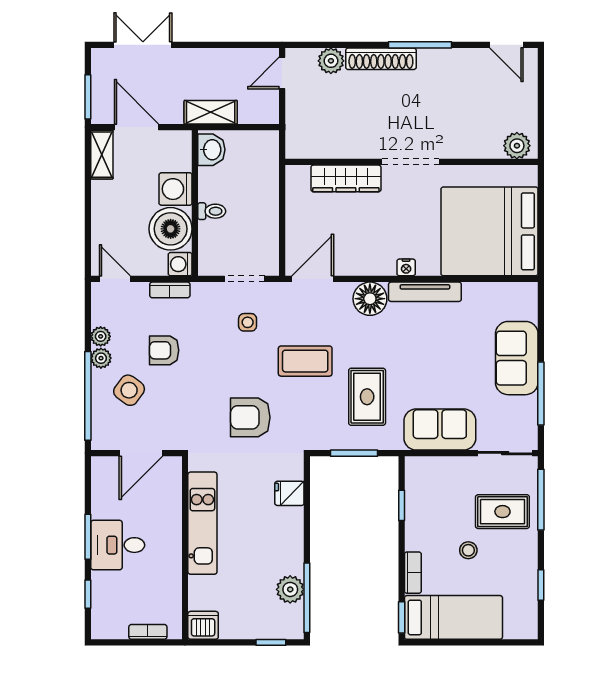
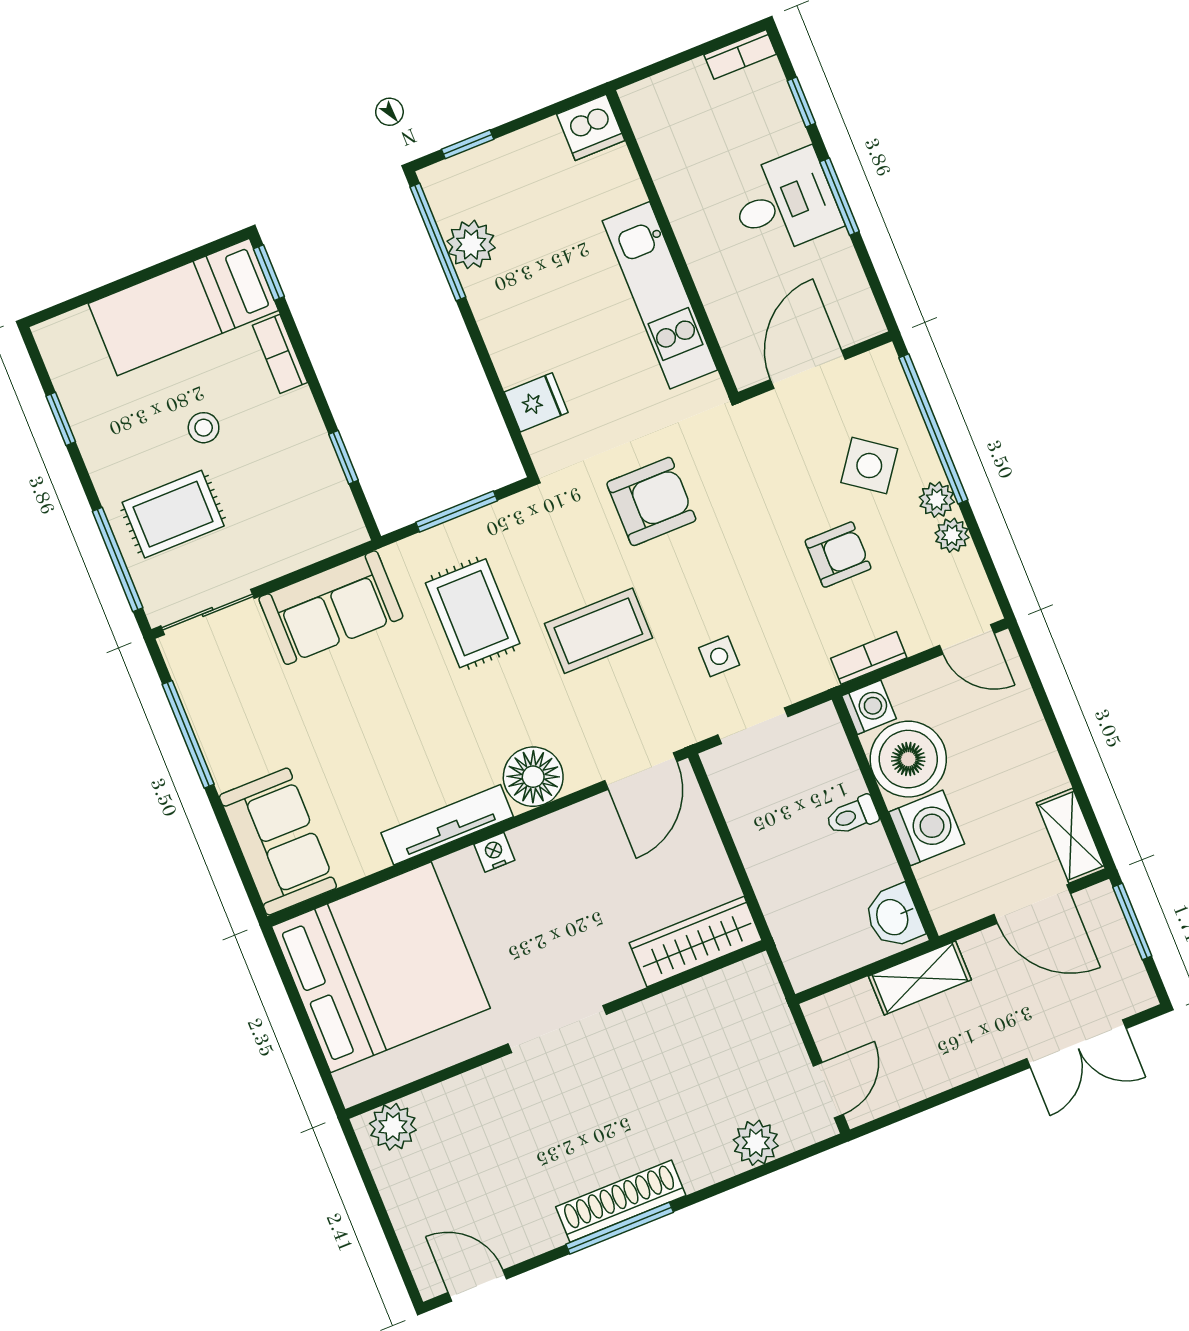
shoe rack: (381, 59) -> (621, 1201), moved
wardrobe: (346, 178) -> (696, 942), moved
sofa: (517, 358) -> (278, 842), moved
bookcase: (148, 632) -> (740, 54), moved

